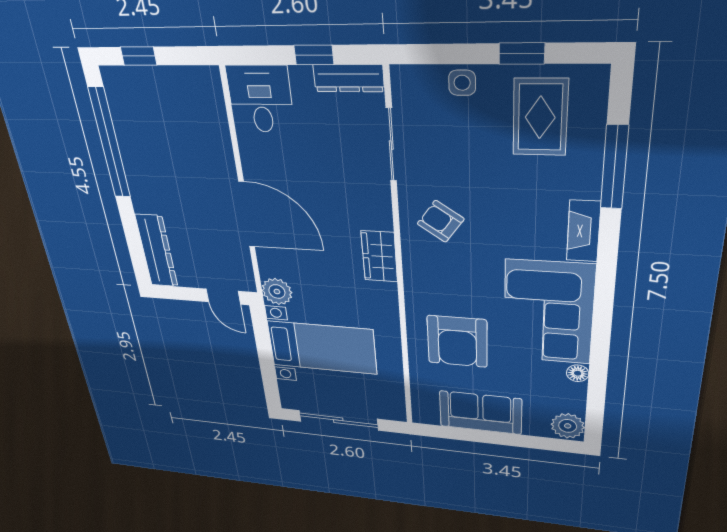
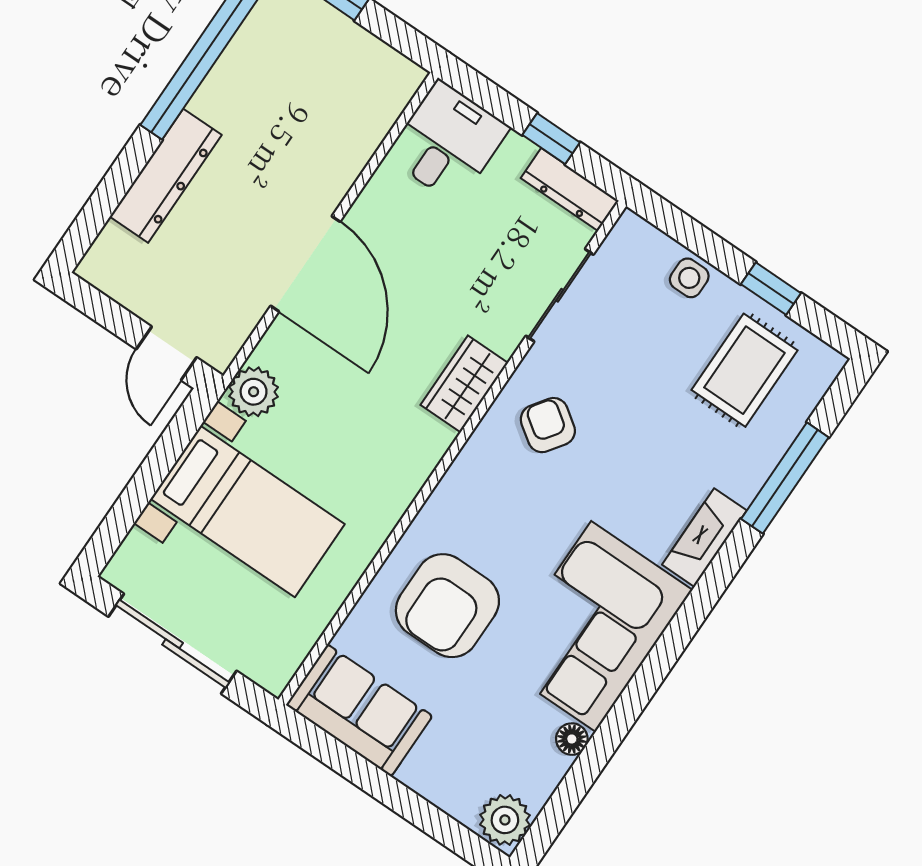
dresser: (157, 251) -> (166, 176), moved
wardrobe: (379, 256) -> (464, 384), moved
sofa: (480, 413) -> (359, 710), moved

